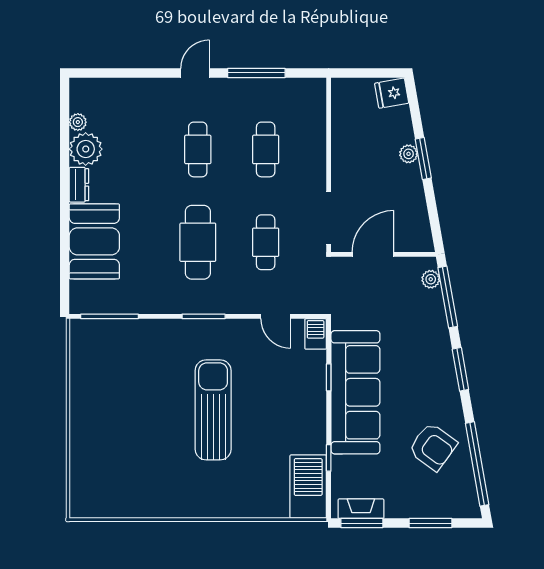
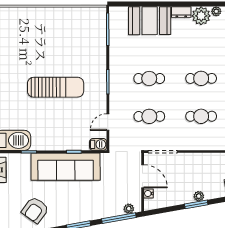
cafe table: (198, 242) -> (149, 78), width x0.73, depth x0.74
water cooler: (404, 244) -> (149, 193), added

